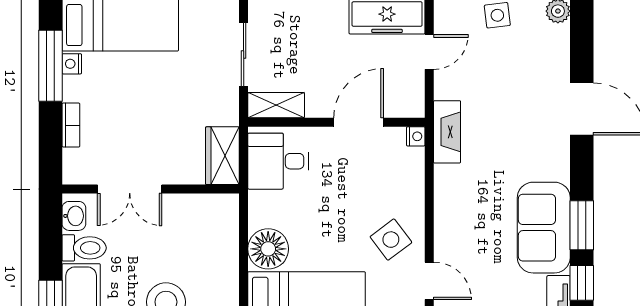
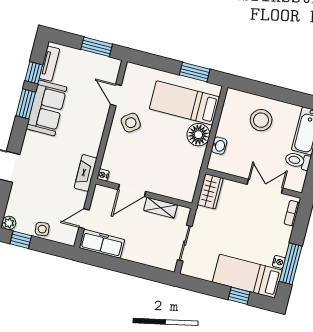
shelving: (276, 105) -> (161, 208), moved
bookcase: (71, 125) -> (292, 213), moved
desk: (278, 161) -> (181, 181), removed
washbasin: (74, 216) -> (219, 146), moved, turned 180

